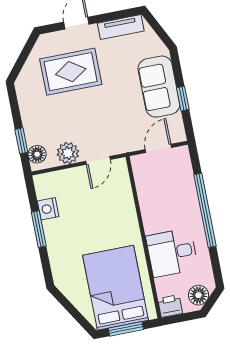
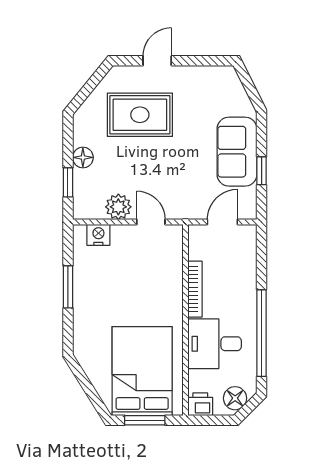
tv unit: (121, 27) -> (207, 75), removed
floor lamp: (37, 154) -> (83, 157), moved
door: (98, 160) -> (151, 222), swing flipped
nightstand: (48, 209) -> (98, 235), moved, turned 90
bookcase: (146, 210) -> (195, 289), added
window: (205, 210) -> (262, 333), moved

